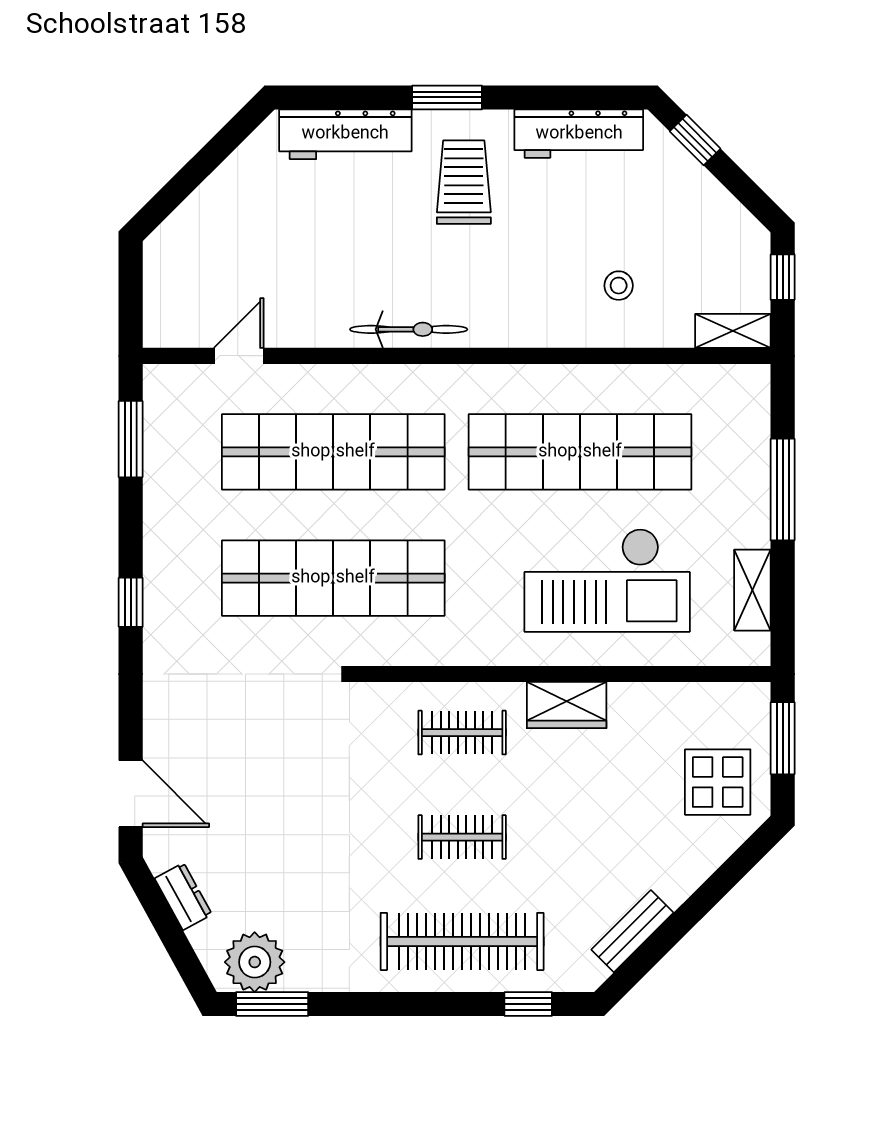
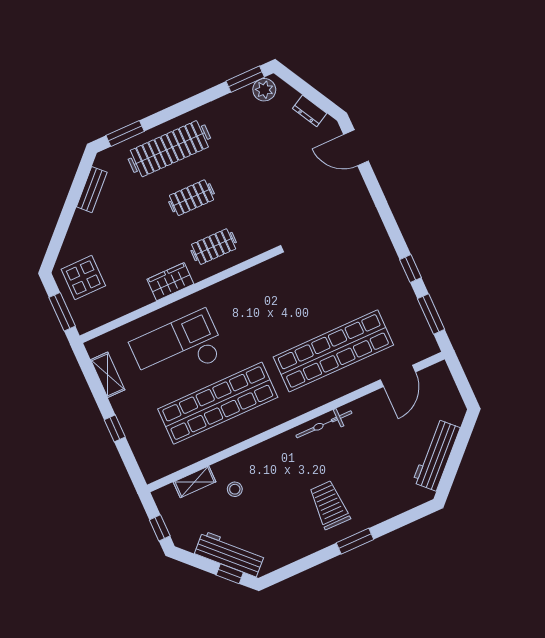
workbench: (345, 134) -> (436, 455), moved, turned -45
workbench: (579, 134) -> (230, 554), moved, turned 45
trolley: (464, 182) -> (329, 505), turned 180
shelving: (733, 331) -> (195, 482), moved
door: (239, 356) -> (398, 376), width x1.38
window: (783, 490) -> (115, 428), width x0.46
shop shelf: (333, 578) -> (307, 292), removed
window: (131, 602) -> (410, 269), moved
plant: (255, 962) -> (264, 90), width x0.73, depth x0.73
window: (528, 1004) -> (125, 133), width x1.50

